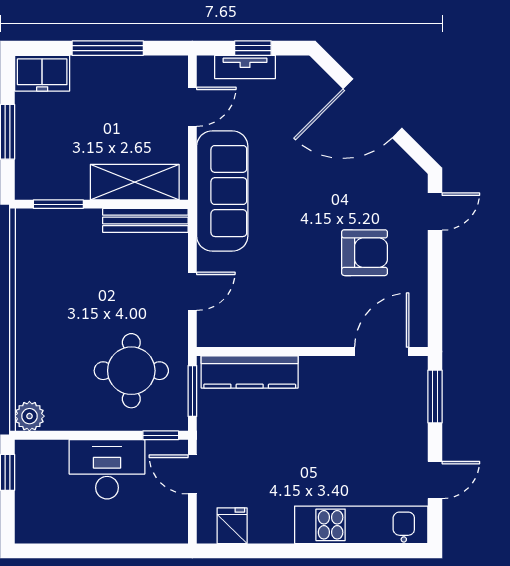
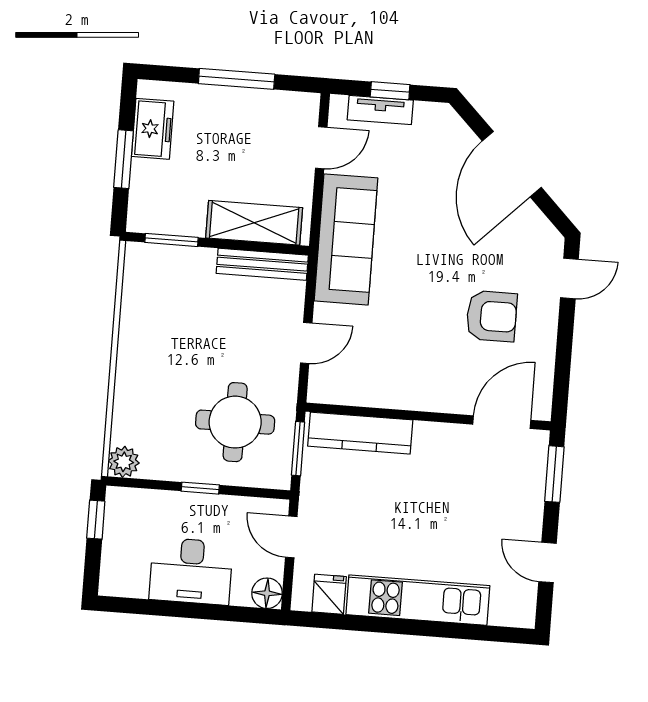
freezer: (42, 73) -> (153, 129), moved, turned -90
door: (373, 108) -> (512, 164), hinge flipped
window: (161, 435) -> (200, 488), moved
desk: (107, 469) -> (191, 571), moved, turned 180
door: (435, 480) -> (548, 562), swing flipped
kitchen unit: (361, 525) -> (418, 600), moved
floor lamp: (174, 529) -> (267, 593), added

